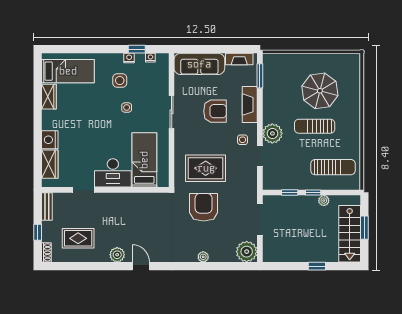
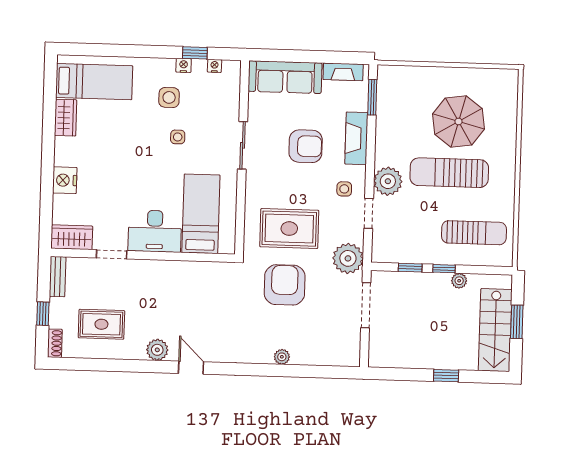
sun lounger: (315, 126) -> (449, 173), width x1.36, depth x1.34
wardrobe: (50, 164) -> (72, 237), moved, turned -90
plant: (247, 252) -> (348, 258), moved

